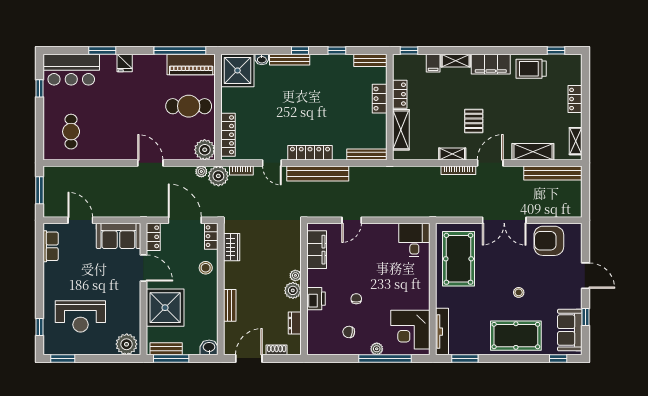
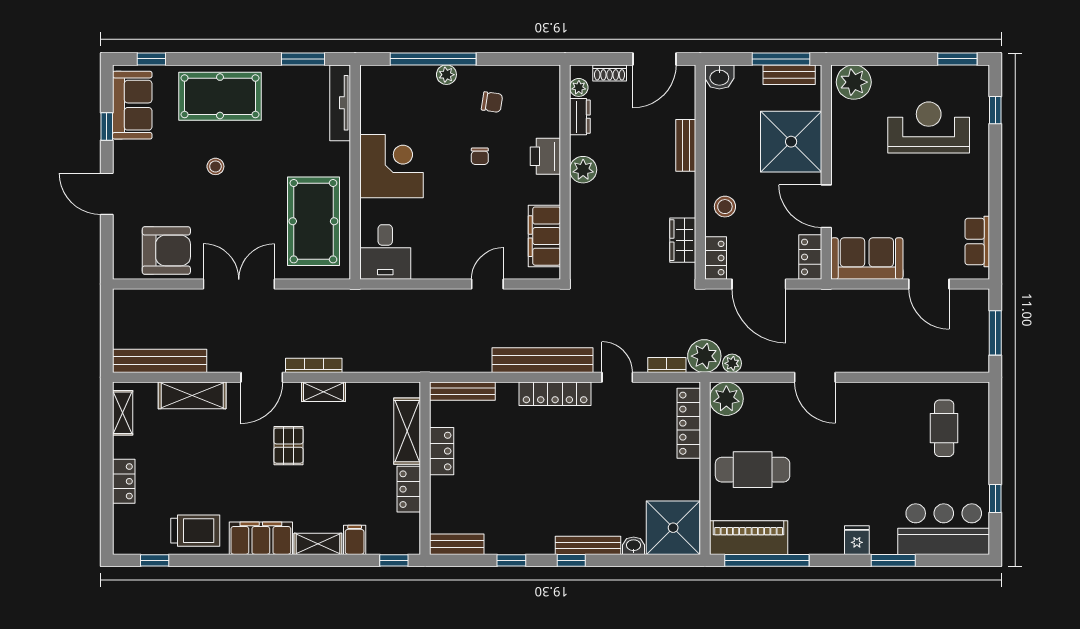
locker: (380, 99) -> (442, 451), moved
plant: (295, 275) -> (579, 87), moved
corner desk: (410, 330) -> (392, 166), moved

